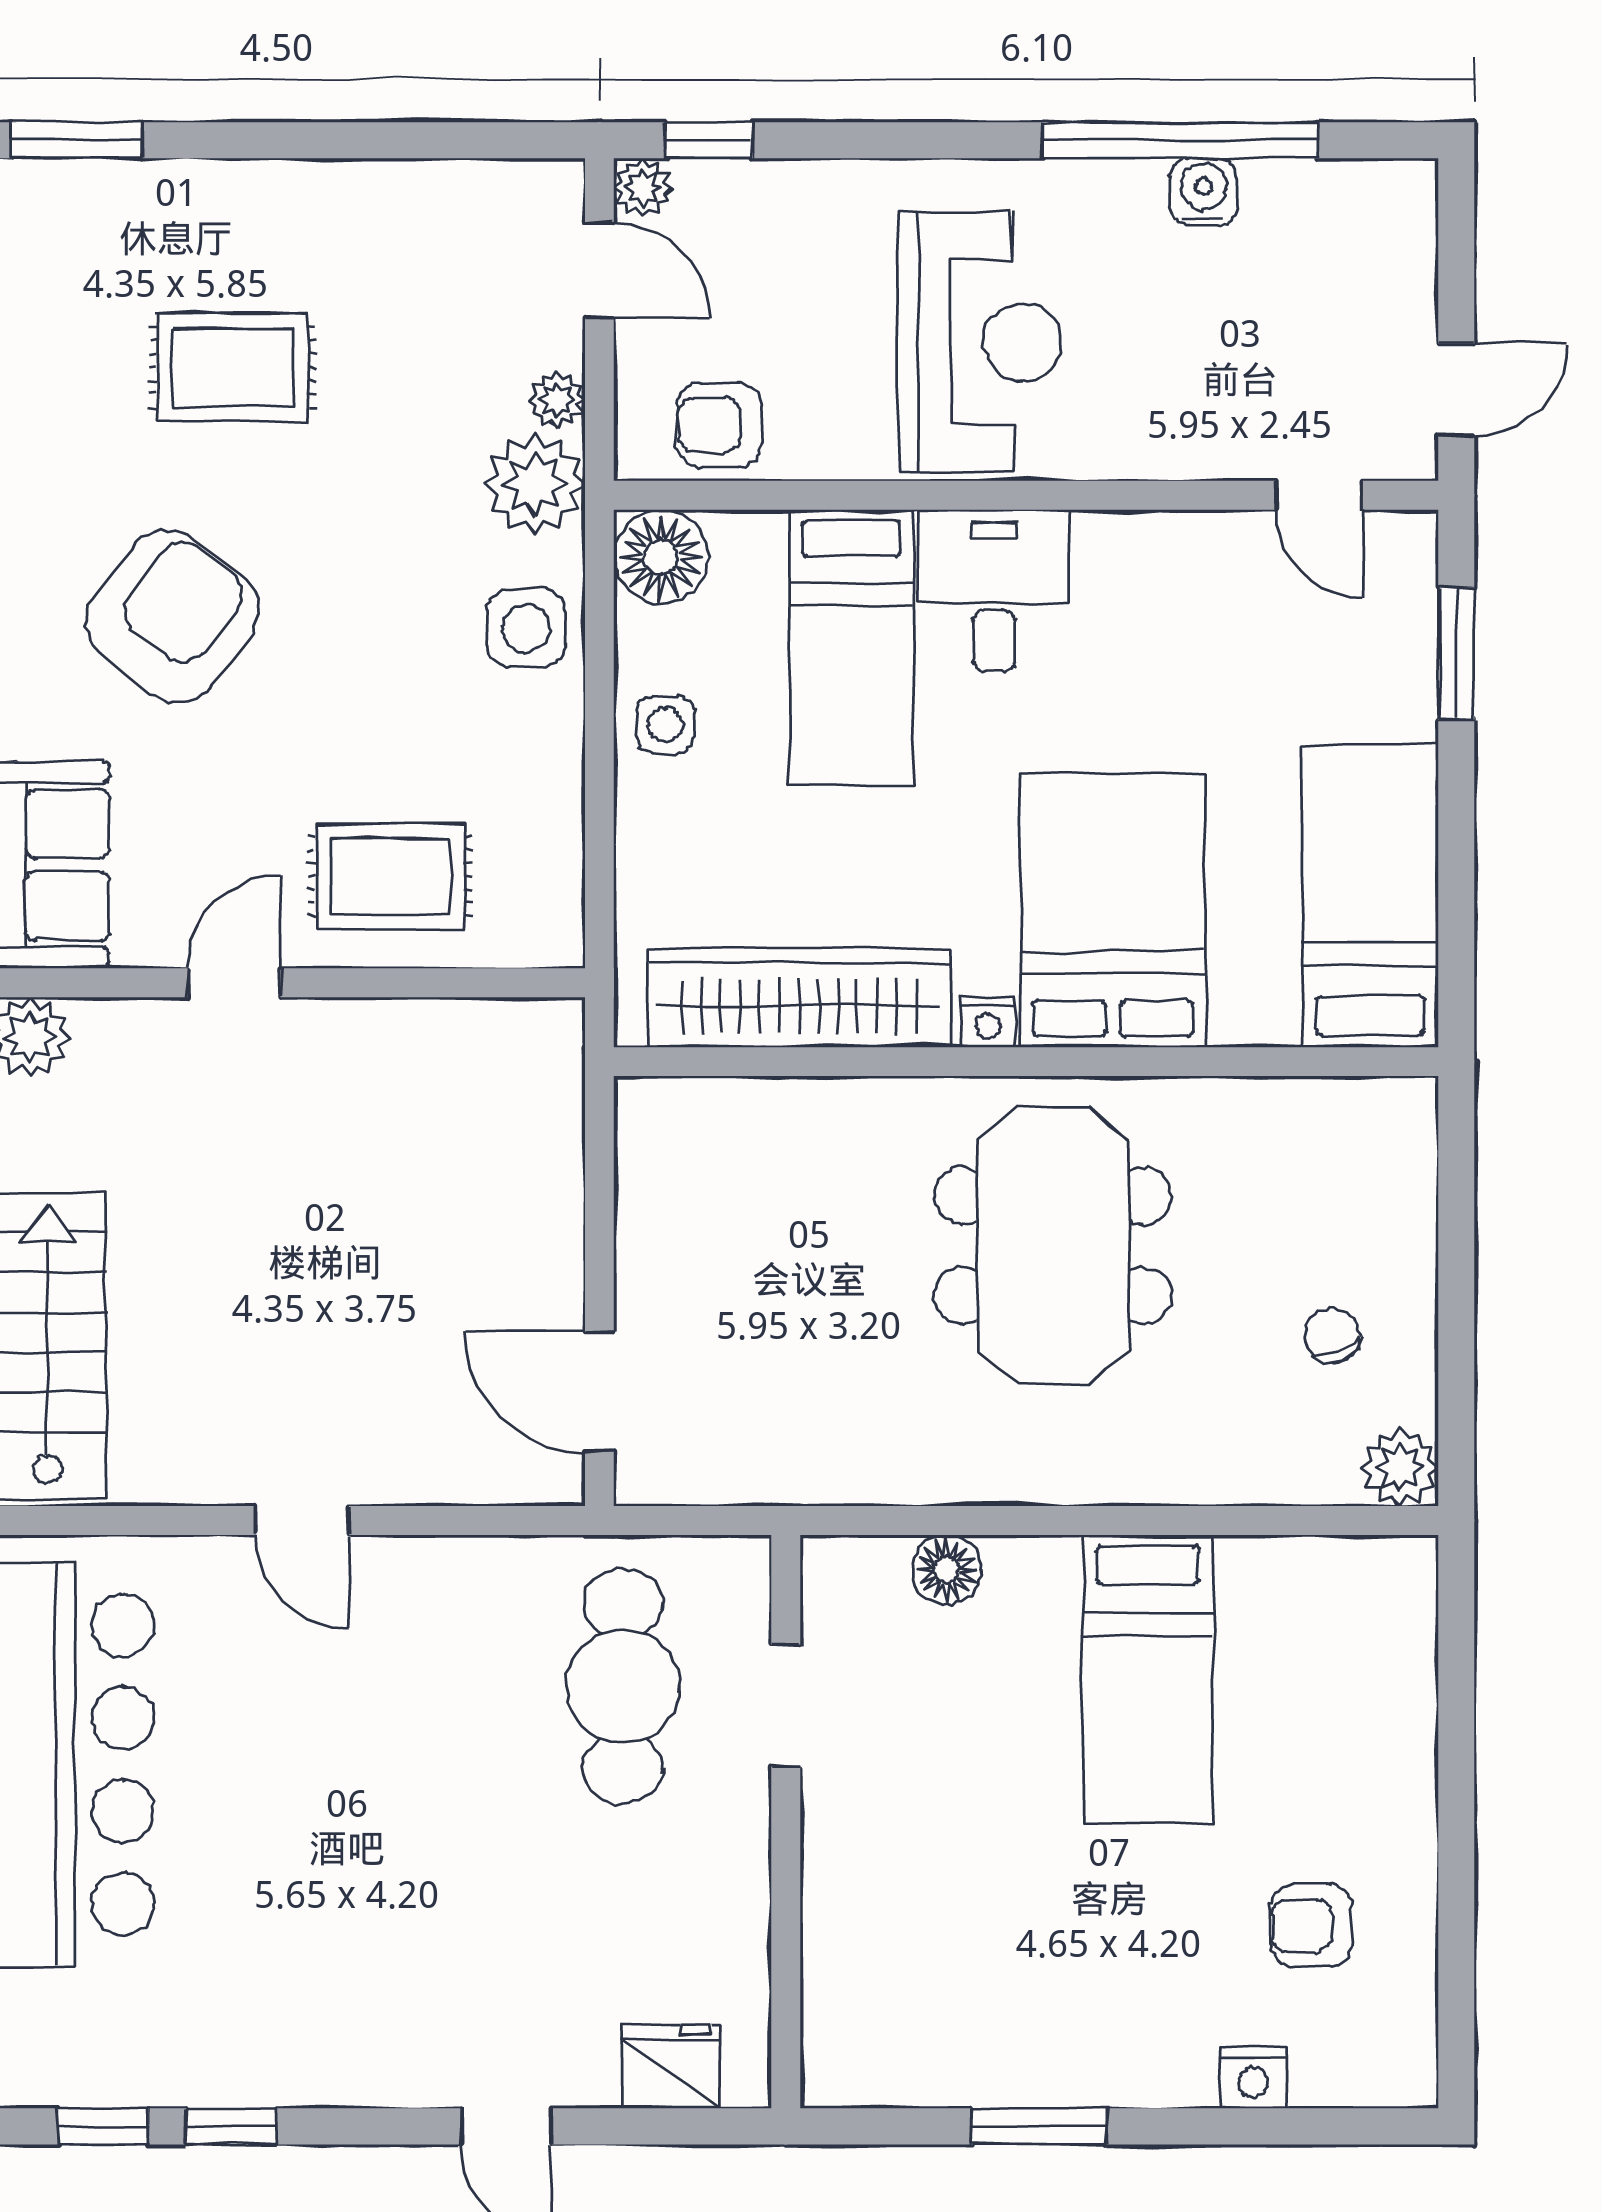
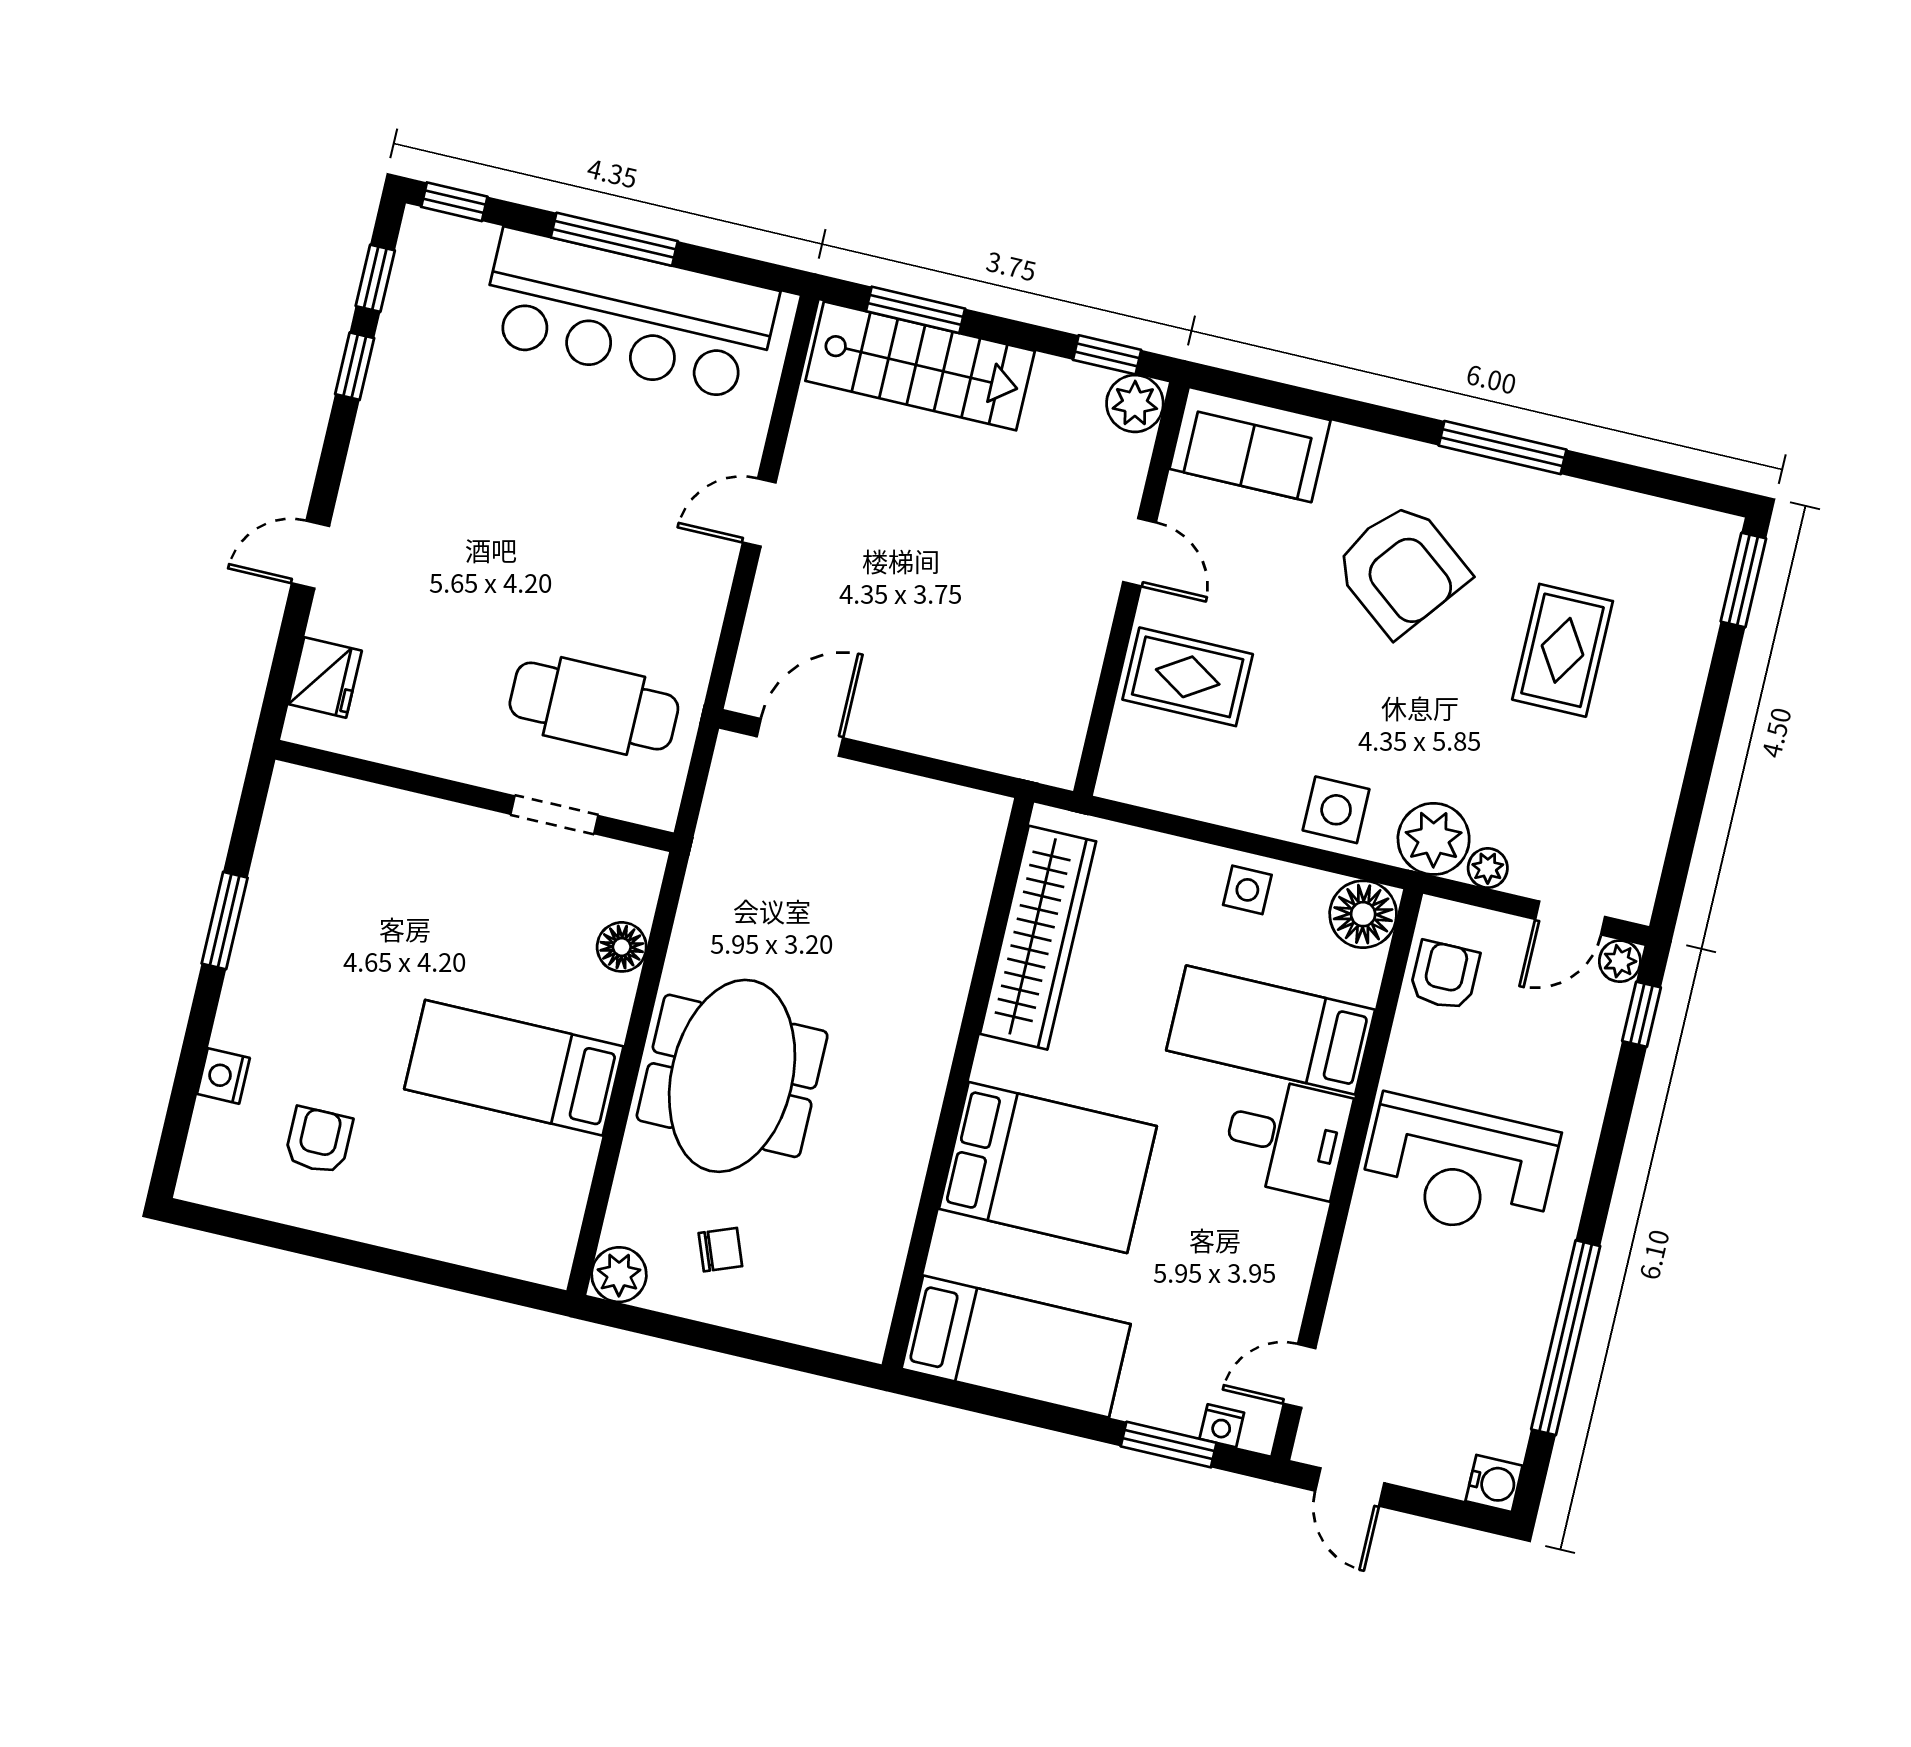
water cooler: (1204, 192) -> (1494, 1483), moved
rug: (390, 876) -> (1188, 677), turned 90
nightstand: (988, 1022) -> (1222, 1426), moved, turned -90
meeting table: (1053, 1246) -> (732, 1076), moved, turned 90

